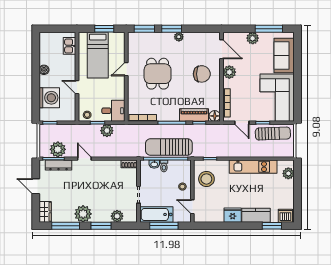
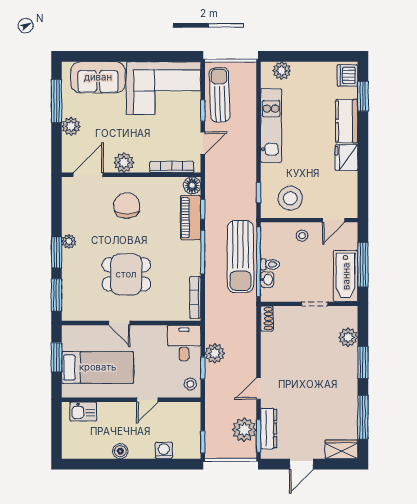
washing machine: (49, 98) -> (164, 450), width x0.53, depth x0.53
plant: (83, 214) -> (344, 390), removed

